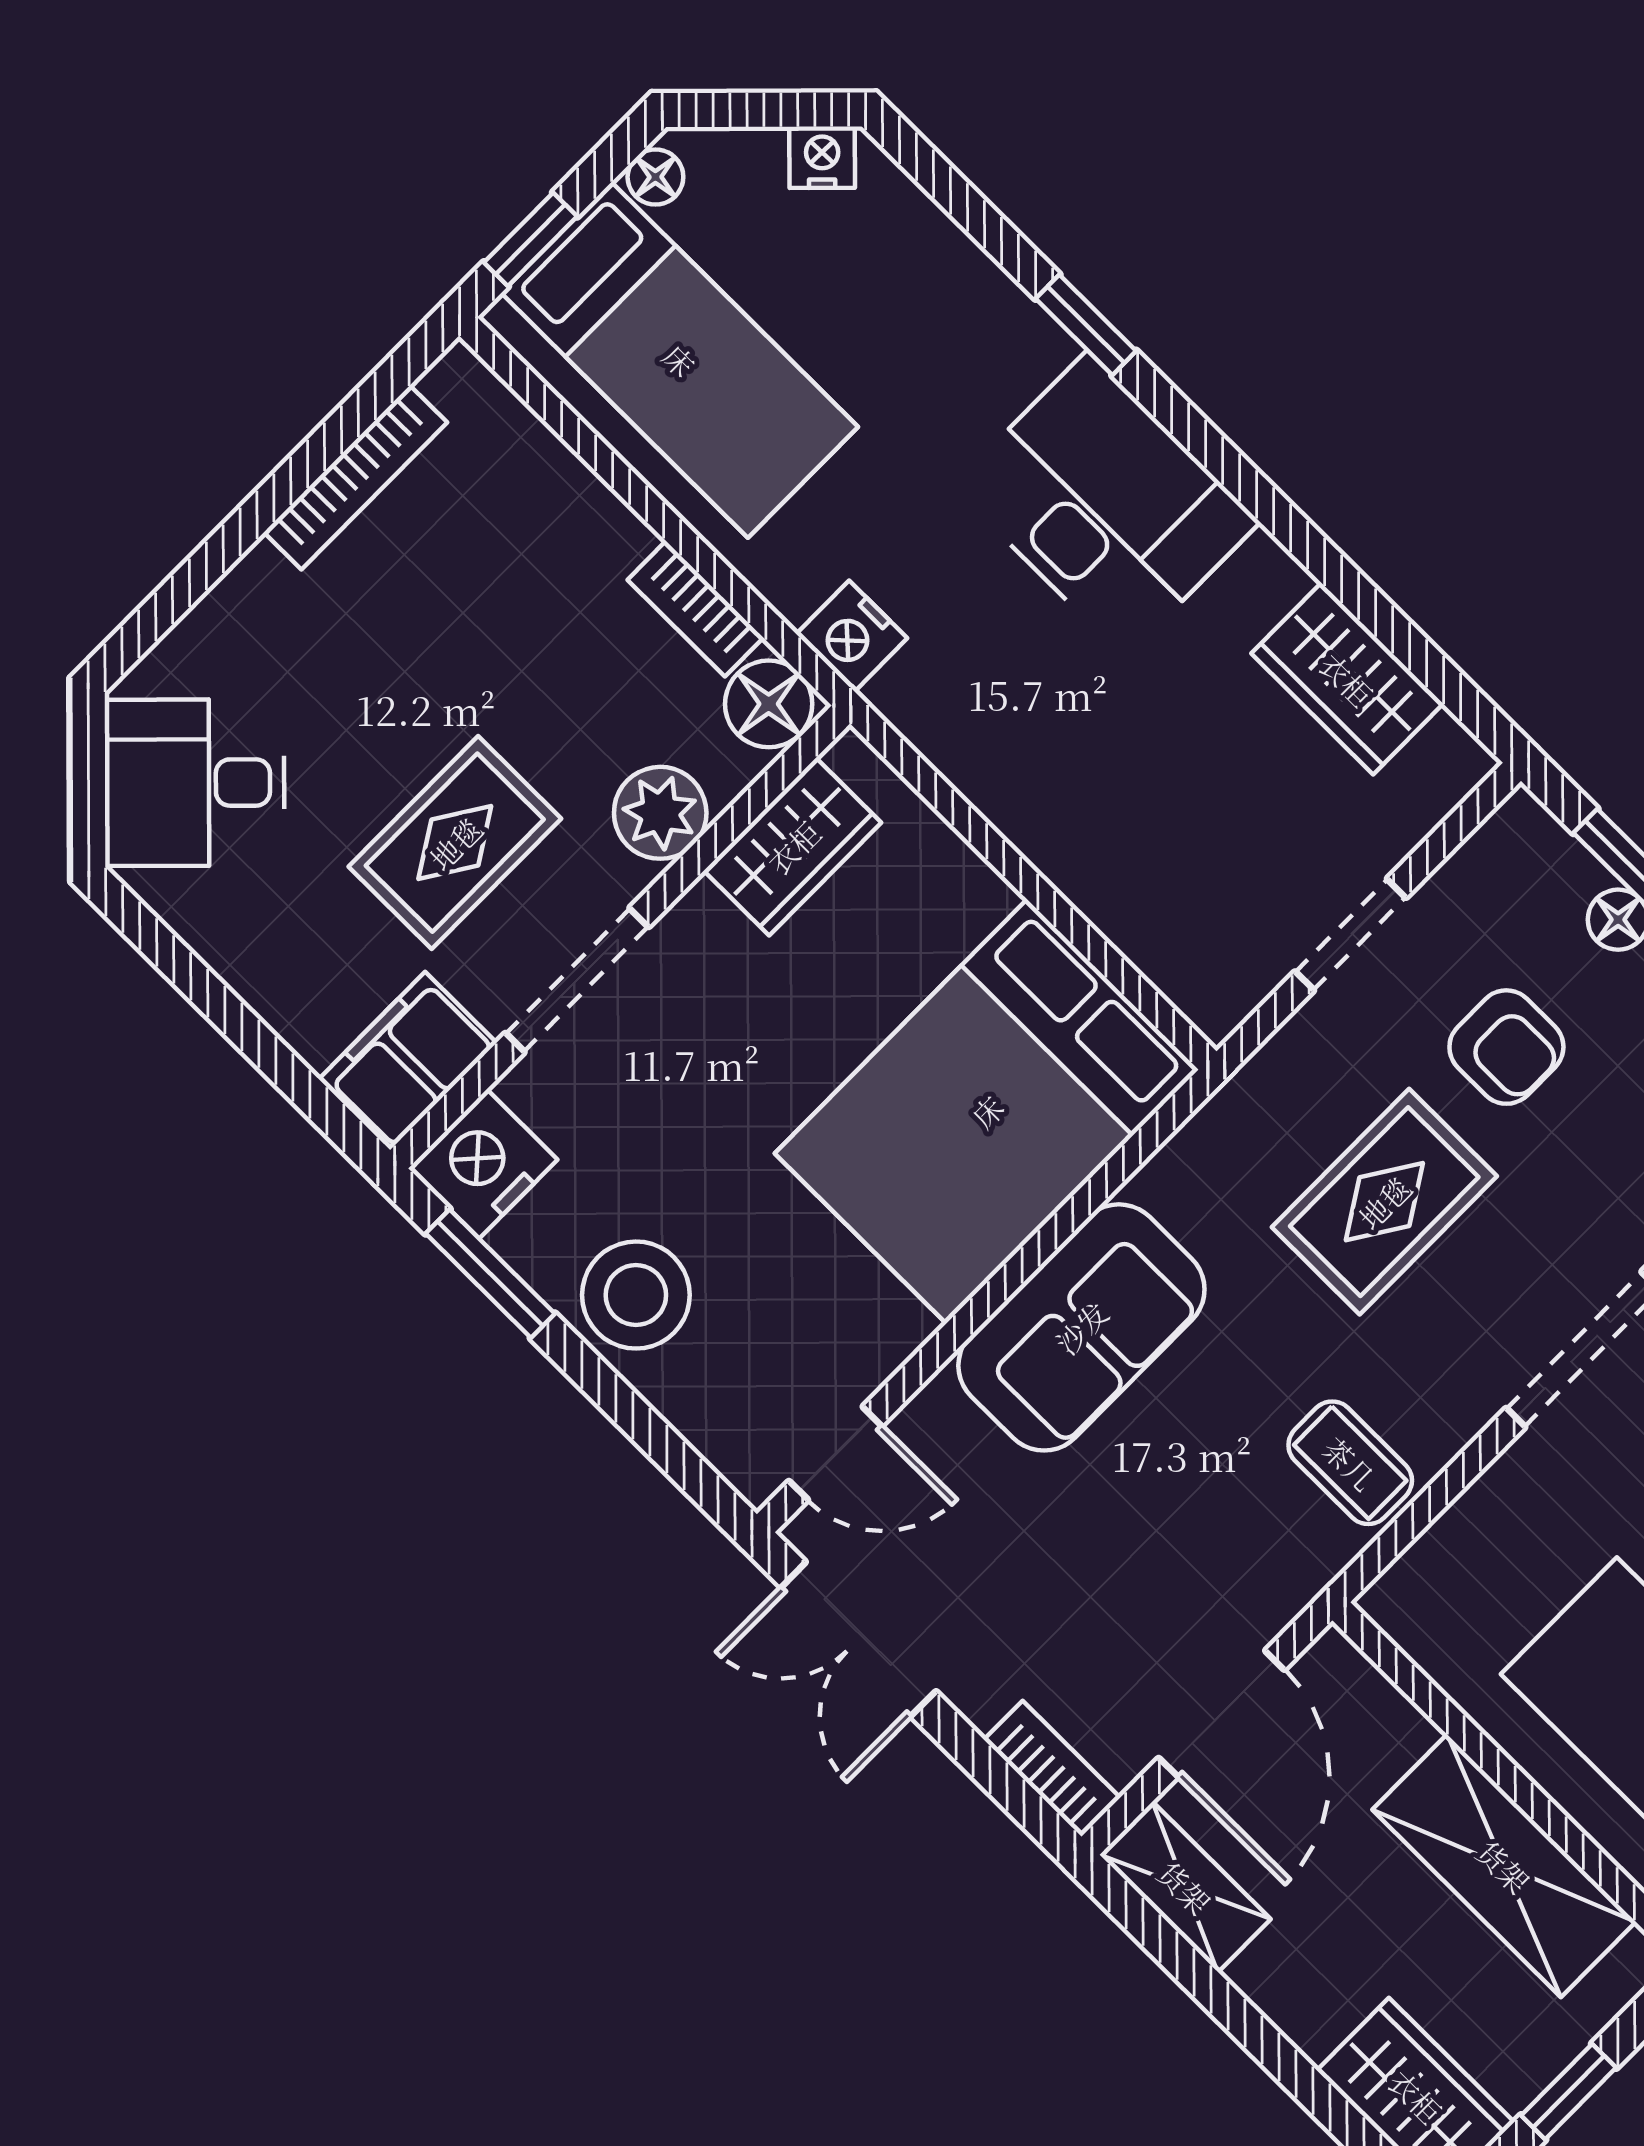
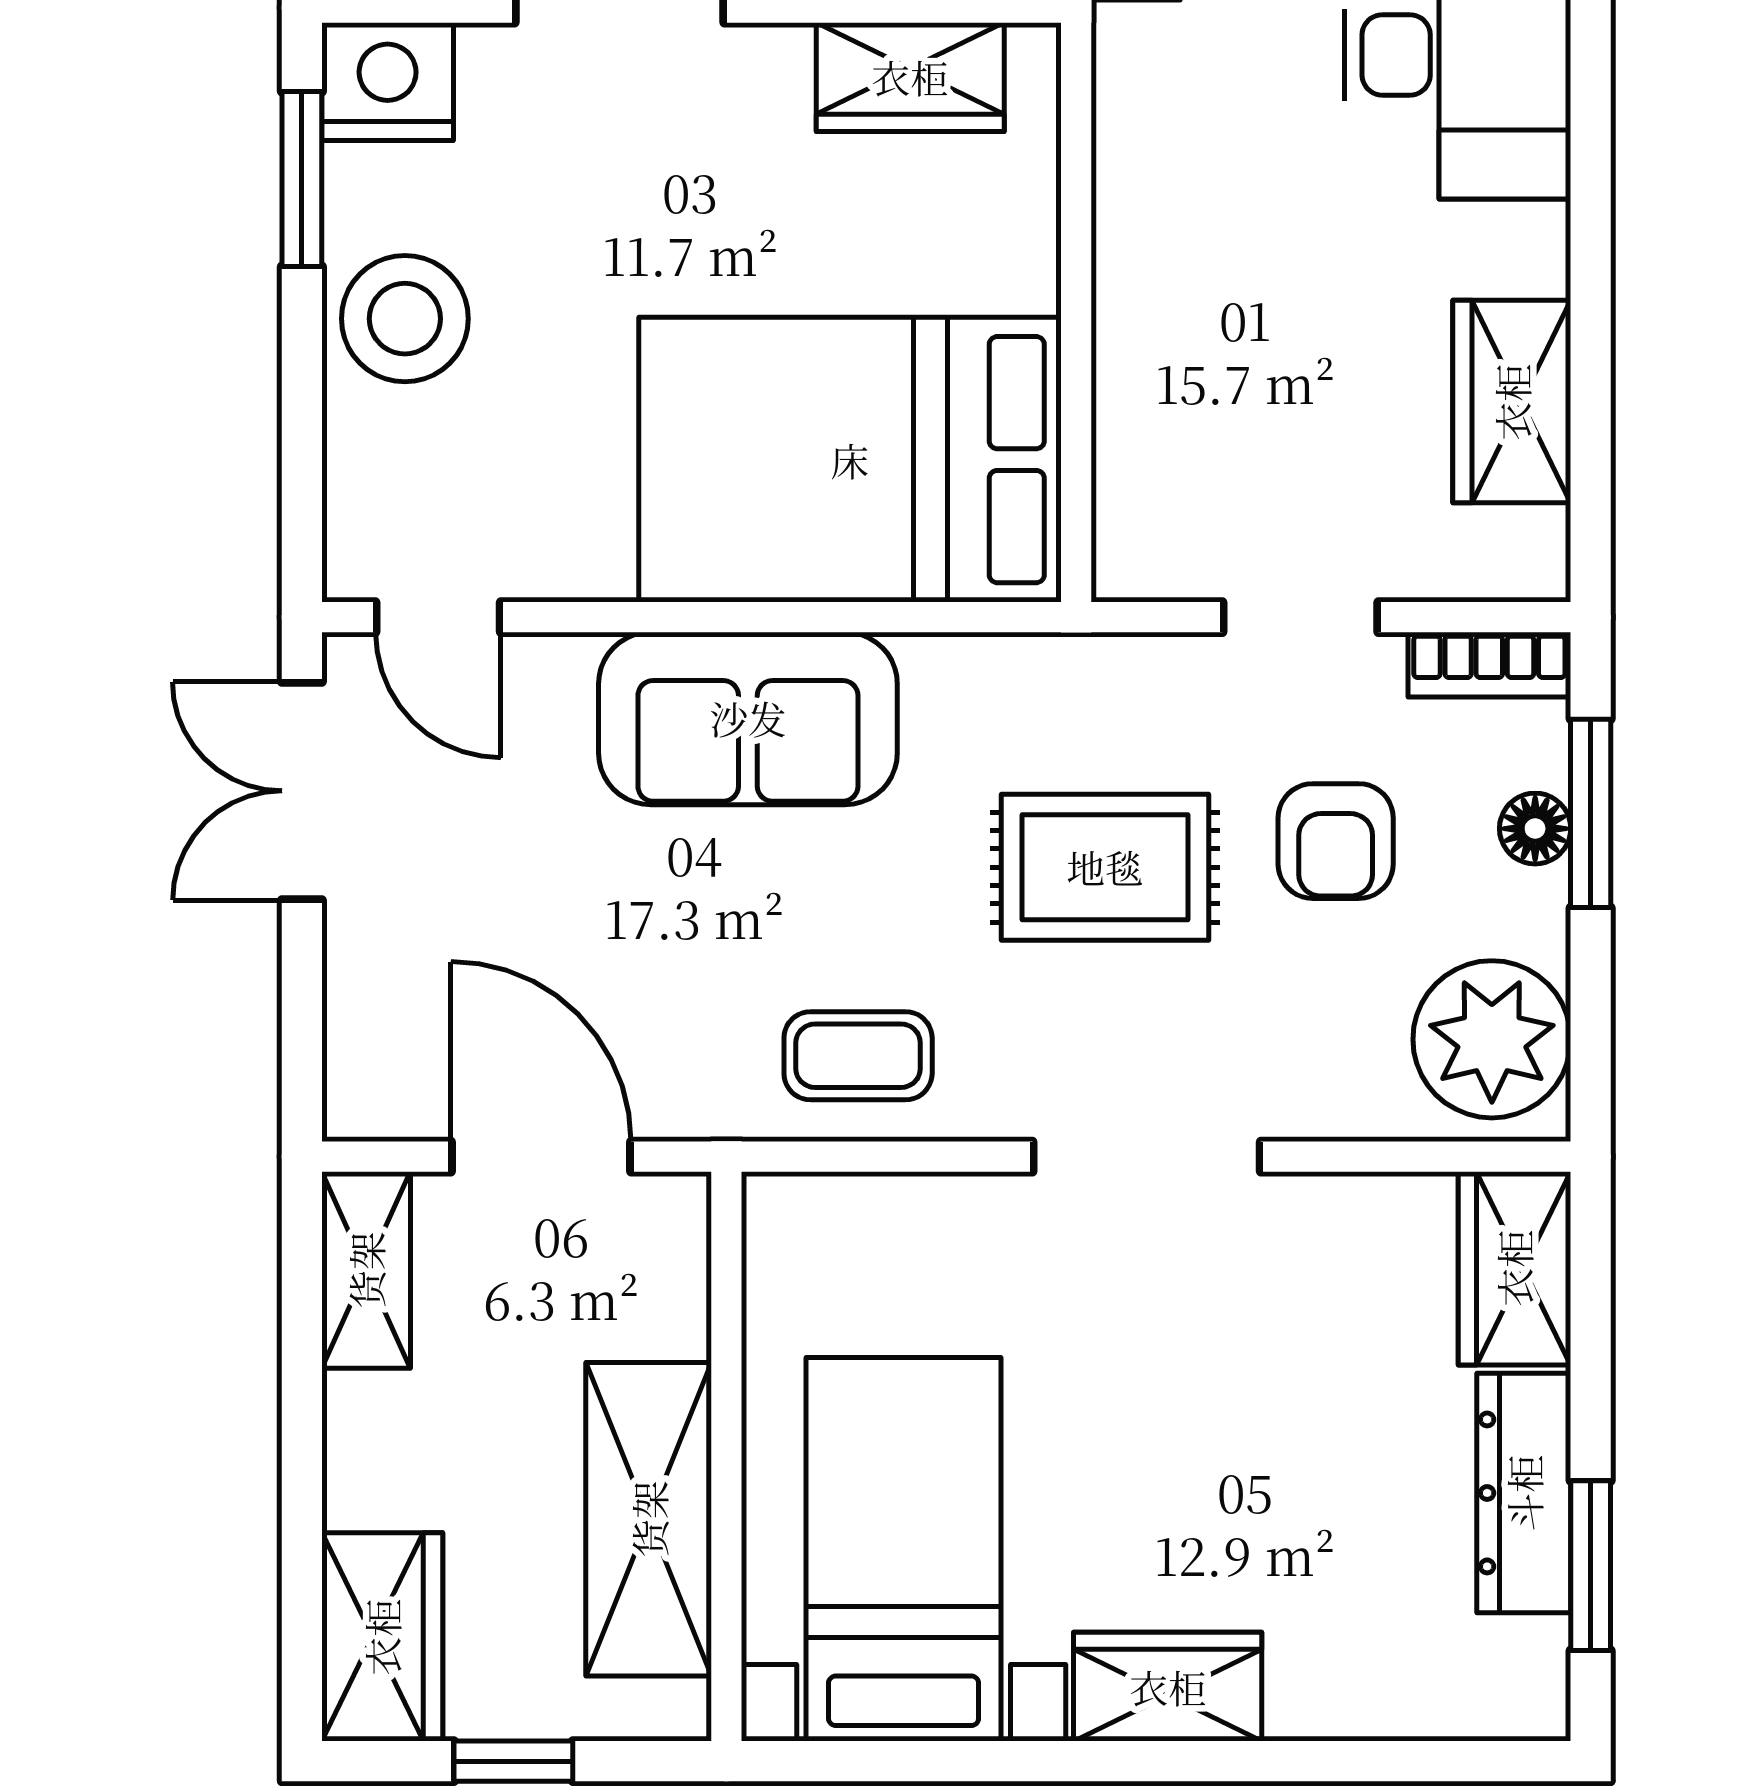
coffee table: (1350, 1463) -> (858, 1056), turned 90
door: (1221, 1714) -> (541, 1157), swing flipped
bookcase: (1052, 1769) -> (1489, 665), moved, turned 90

